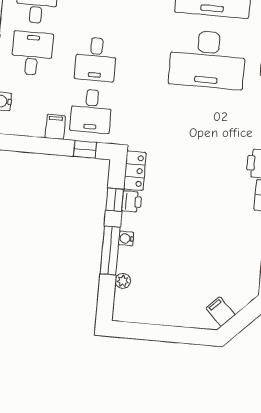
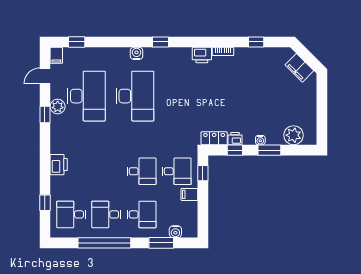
desk: (32, 53) -> (141, 214), turned 180
window: (110, 250) -> (269, 150), width x0.69
plant: (123, 281) -> (294, 135), width x1.88, depth x1.88
filing cabinet: (220, 312) -> (299, 68), width x2.00

